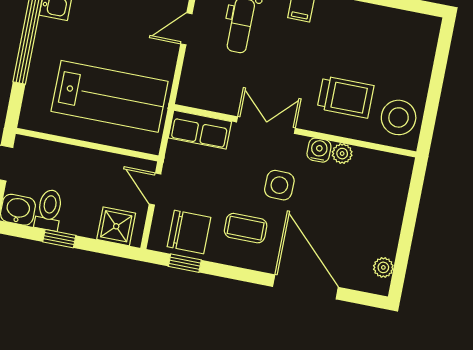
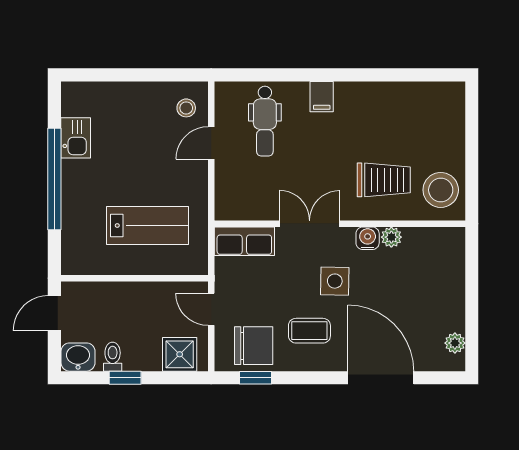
lab bench: (110, 96) -> (147, 225), width x0.73, depth x0.72
toilet: (49, 210) -> (113, 357), width x0.73, depth x0.72

